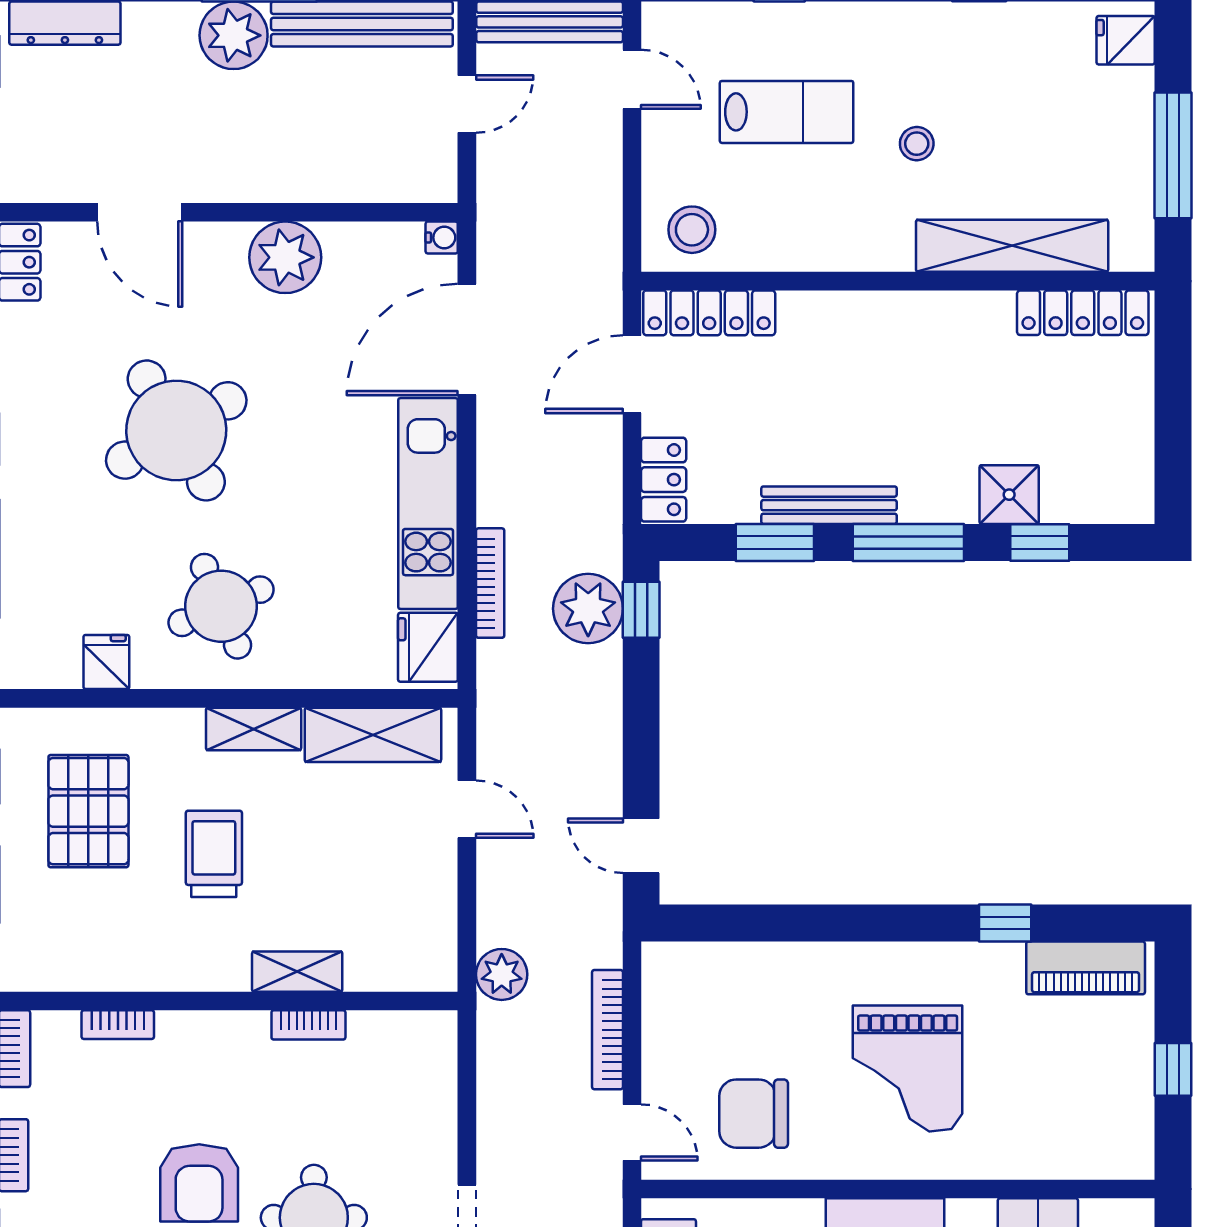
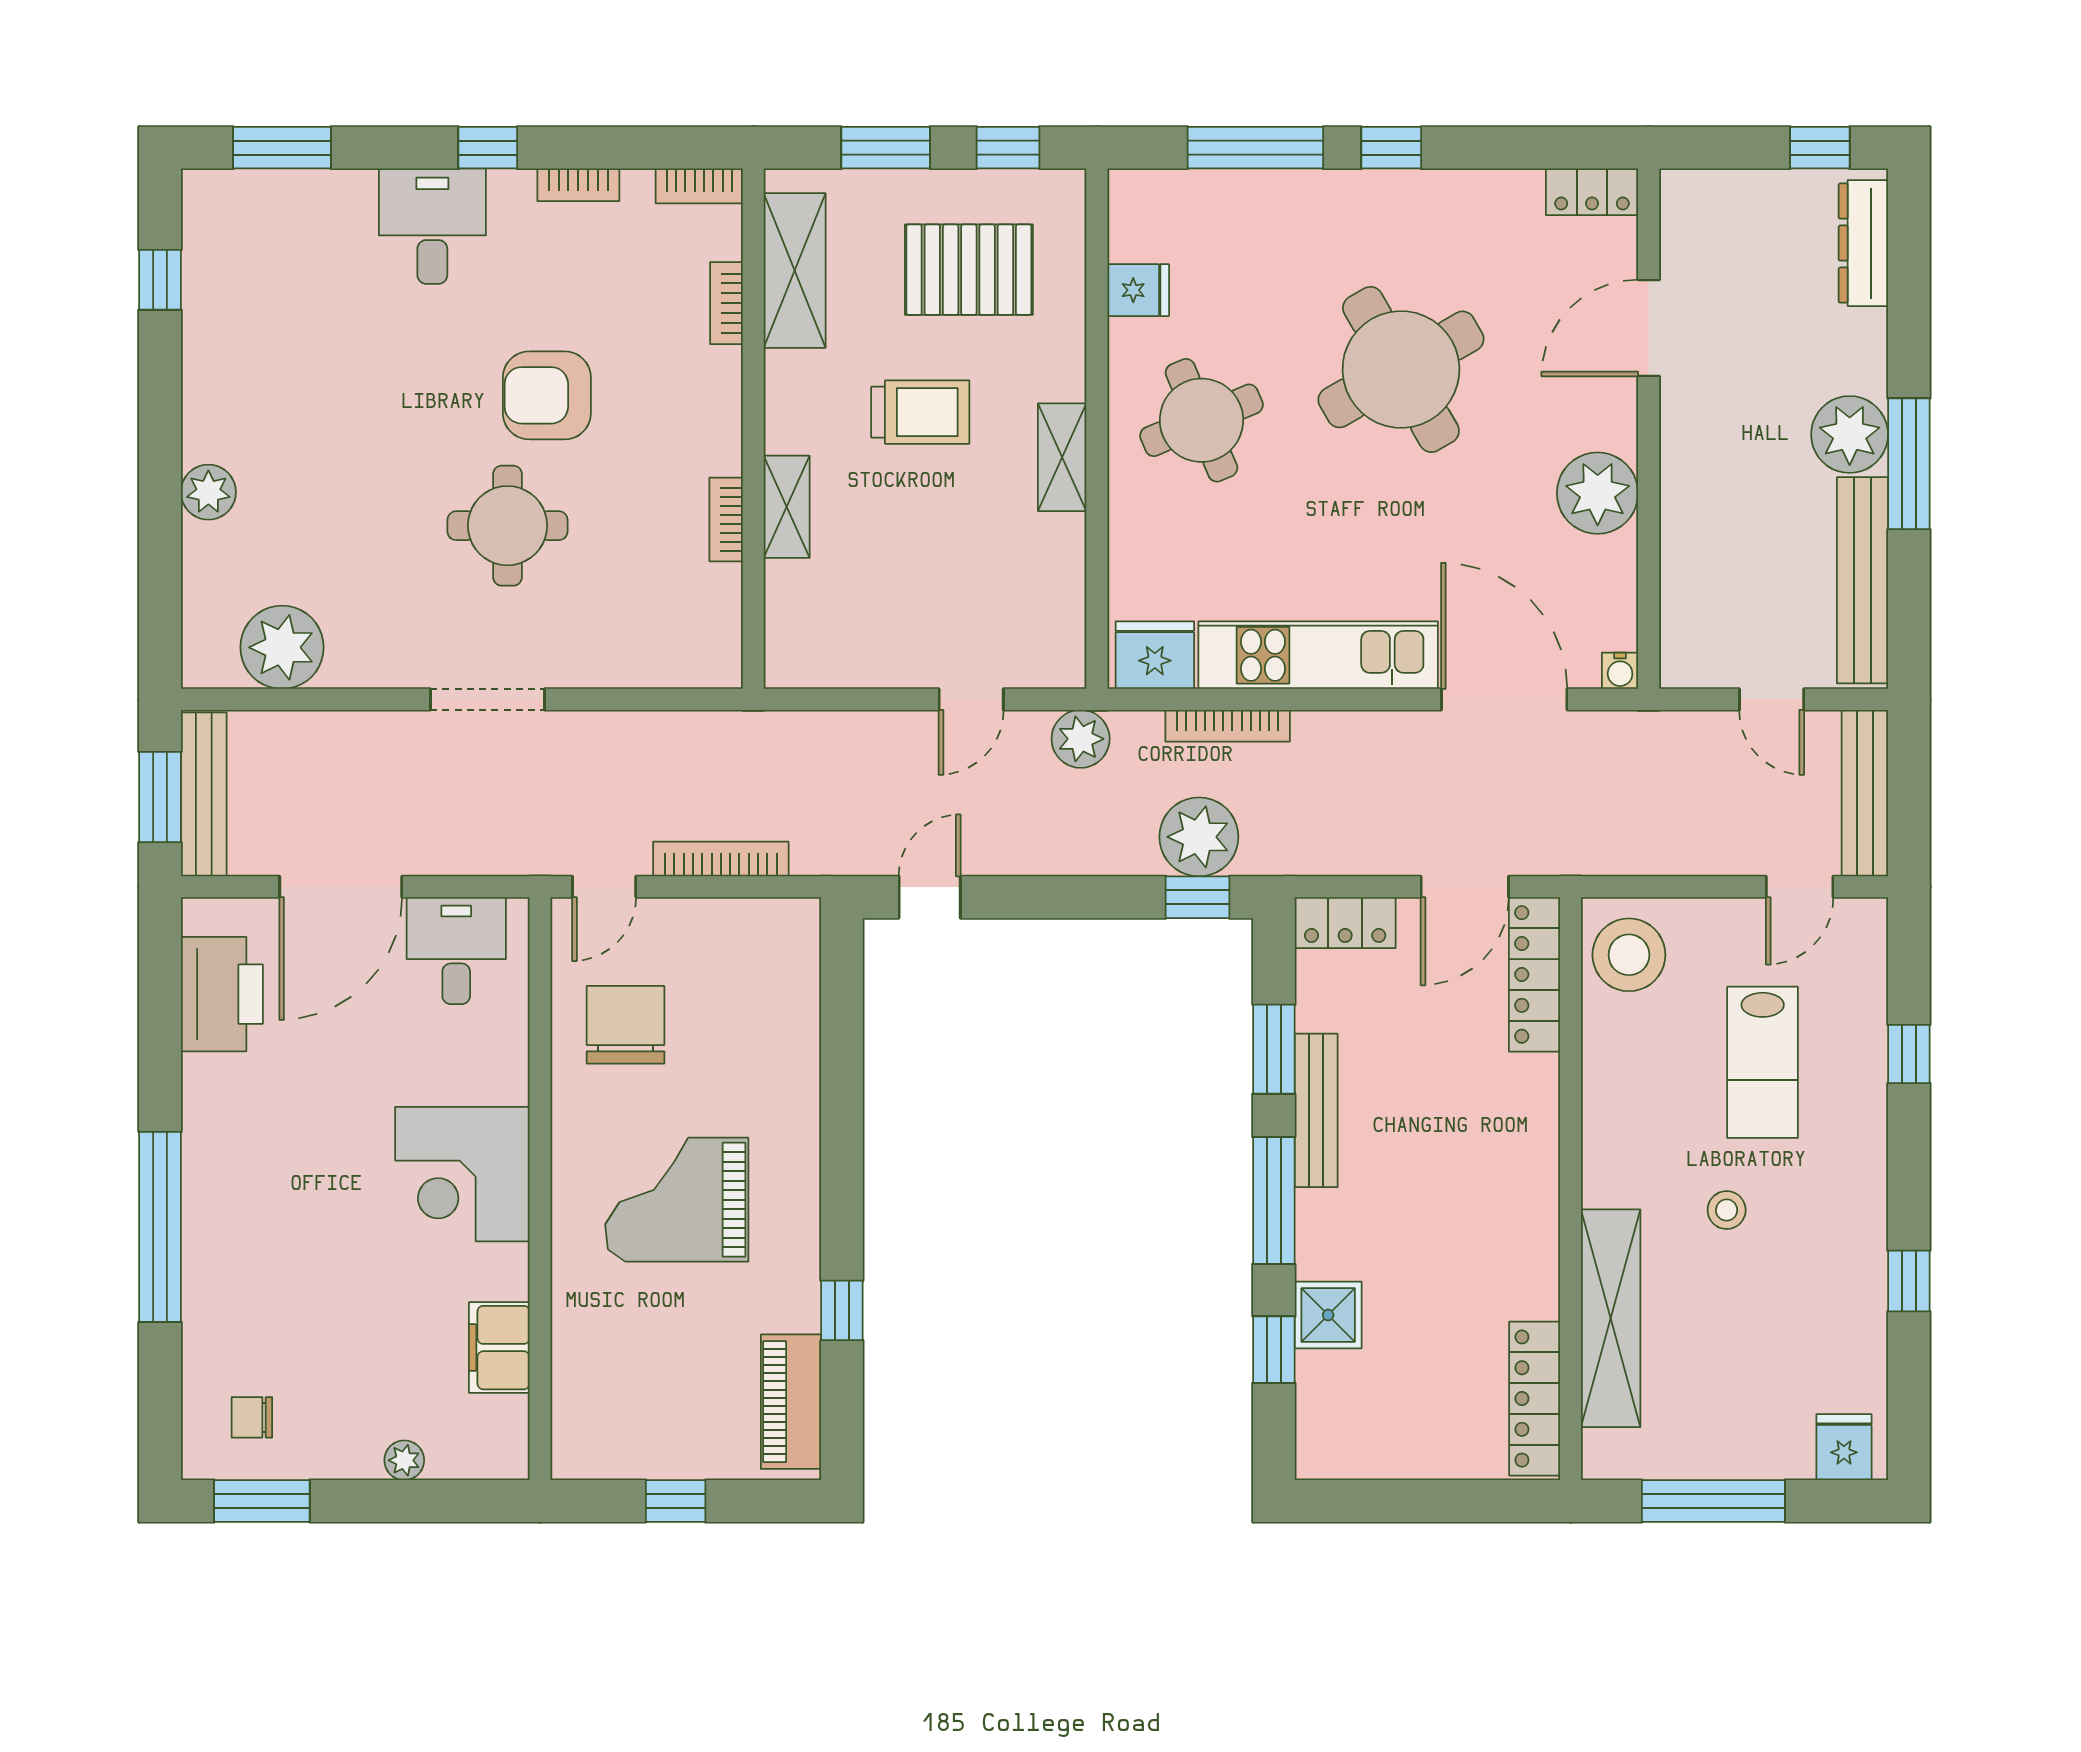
stool: (692, 230) -> (1629, 955), width x1.38, depth x1.38
door: (632, 374) -> (1465, 887), swing flipped
shelving: (373, 735) -> (795, 271), moved
plant: (502, 974) -> (1081, 739), moved

